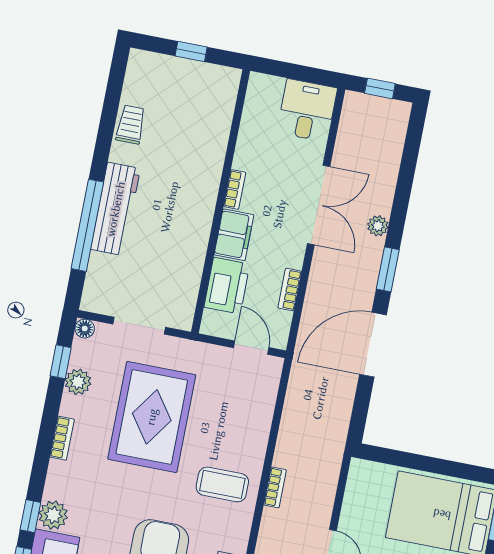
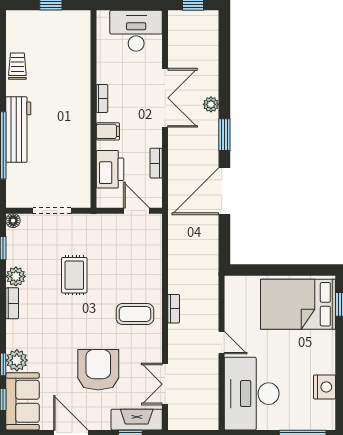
desk: (307, 110) -> (136, 31), width x1.37
filing cabinet: (234, 235) -> (108, 131), width x0.50
plant: (78, 382) -> (16, 276), moved
rug: (152, 417) -> (74, 275), width x0.54, depth x0.49

